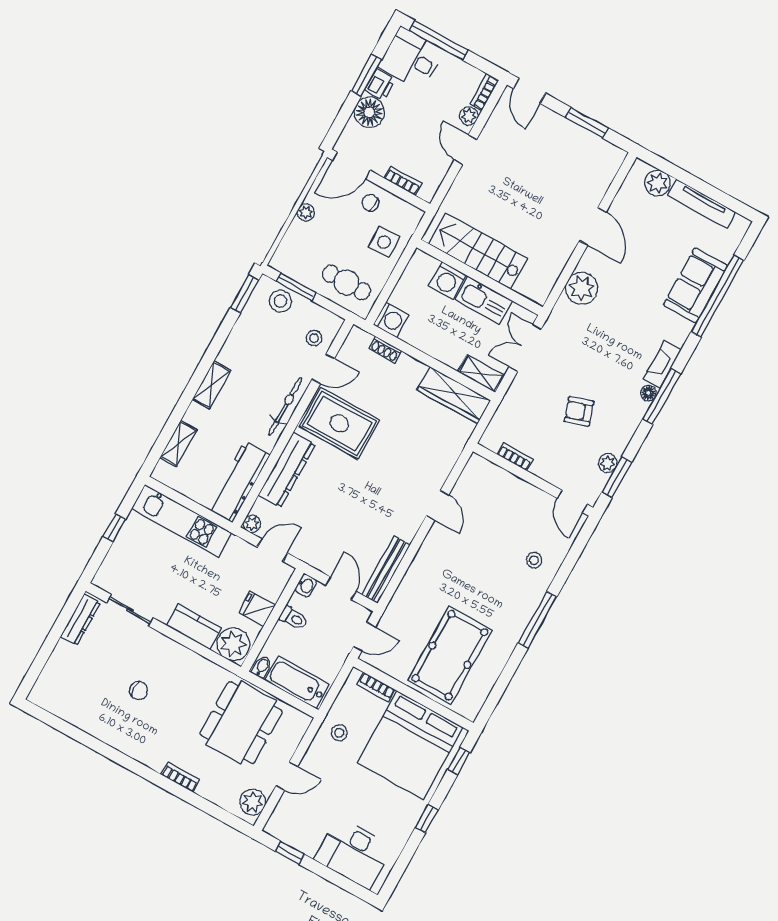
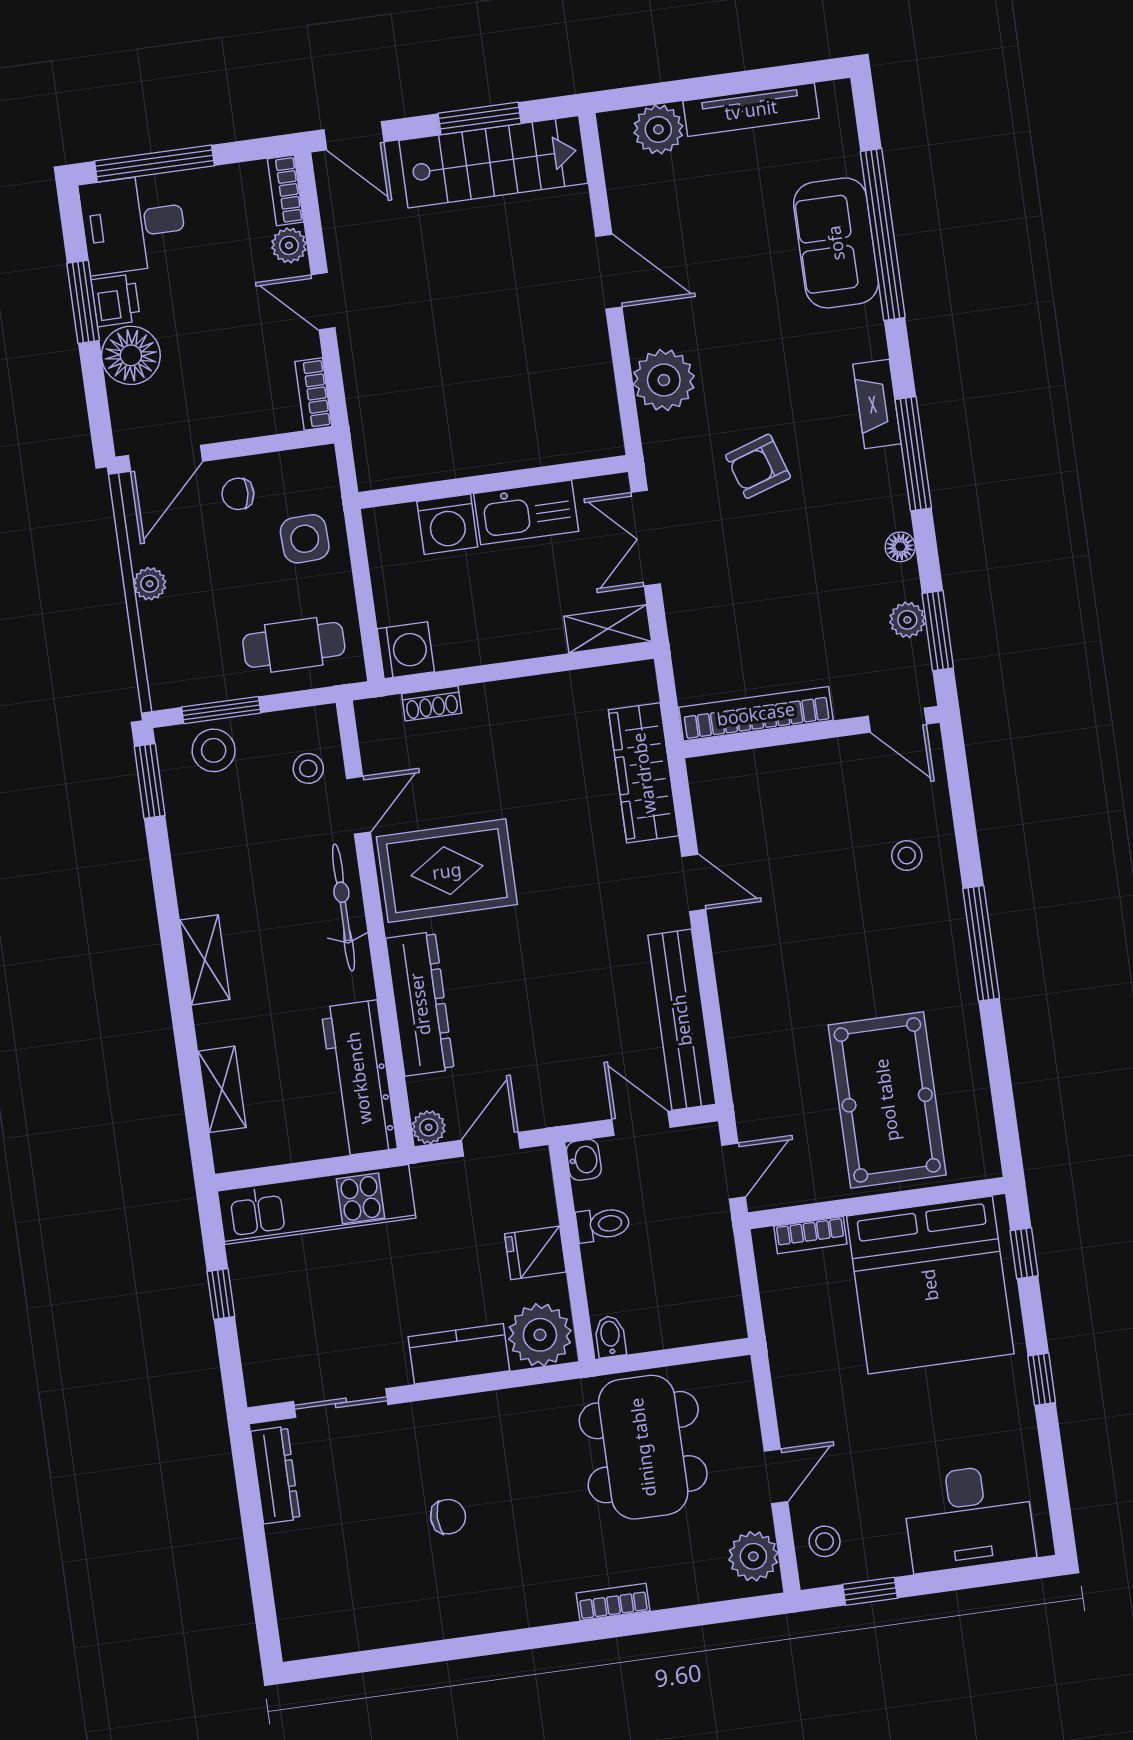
bookcase: (403, 181) -> (313, 394), moved, turned -90
stairs: (478, 251) -> (493, 162), moved, turned 180
floor lamp: (648, 393) -> (900, 547), moved
wardrobe: (454, 395) -> (644, 773), moved, turned 90
armchair: (579, 411) -> (758, 466), moved
bookcase: (515, 457) -> (756, 714), width x2.31, depth x1.31
bench: (386, 570) -> (682, 1020), width x1.37, depth x1.21
bathtub: (297, 682) -> (683, 1320), removed
stool: (339, 733) -> (825, 1541), moved

